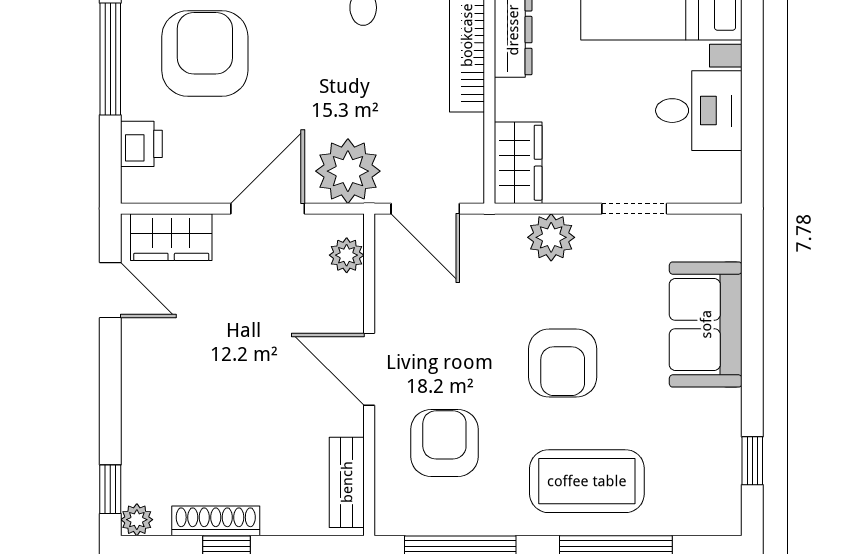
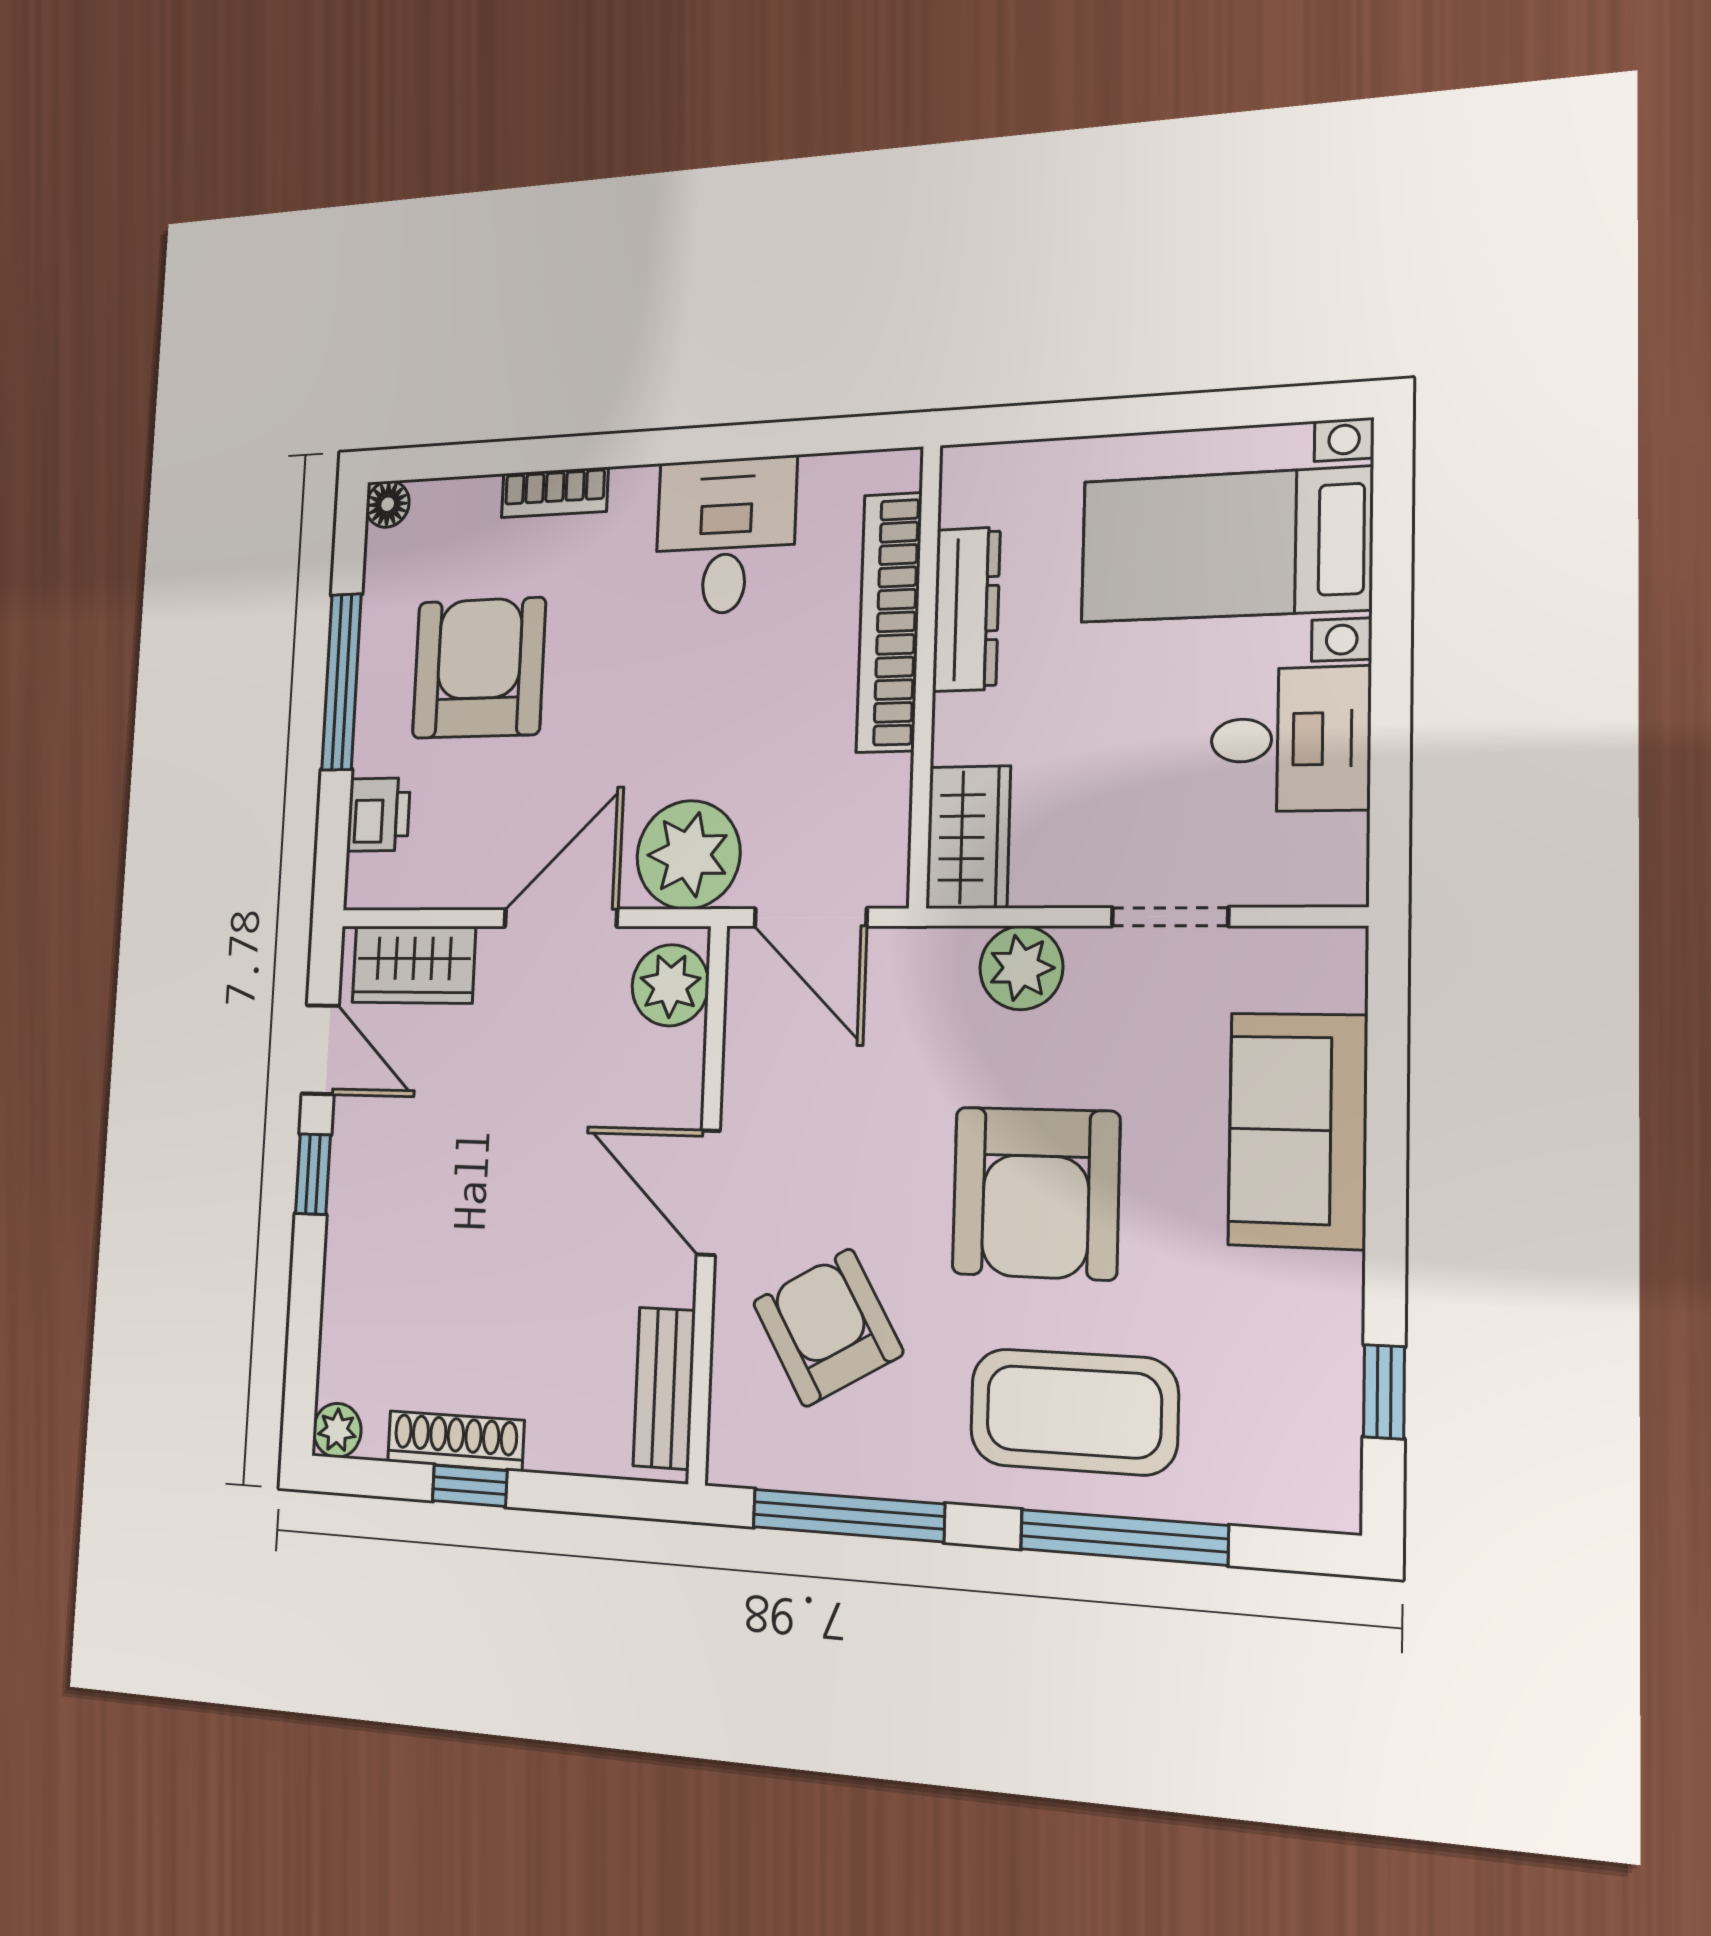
plant: (347, 255) -> (670, 985), width x1.38, depth x1.38
armchair: (563, 363) -> (1036, 1193), width x1.36, depth x1.36
armchair: (444, 443) -> (828, 1328), turned -30
window: (110, 489) -> (313, 1174), moved

